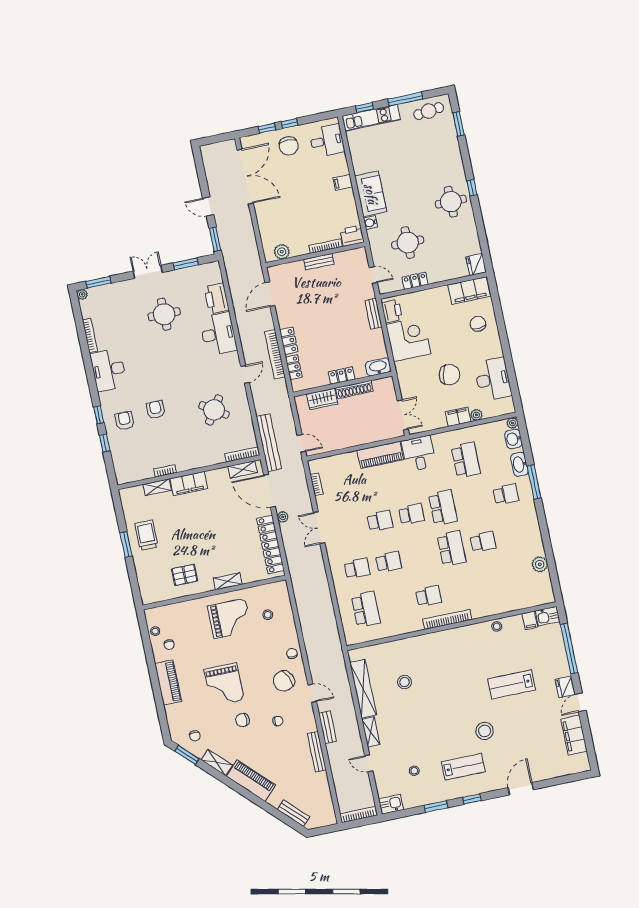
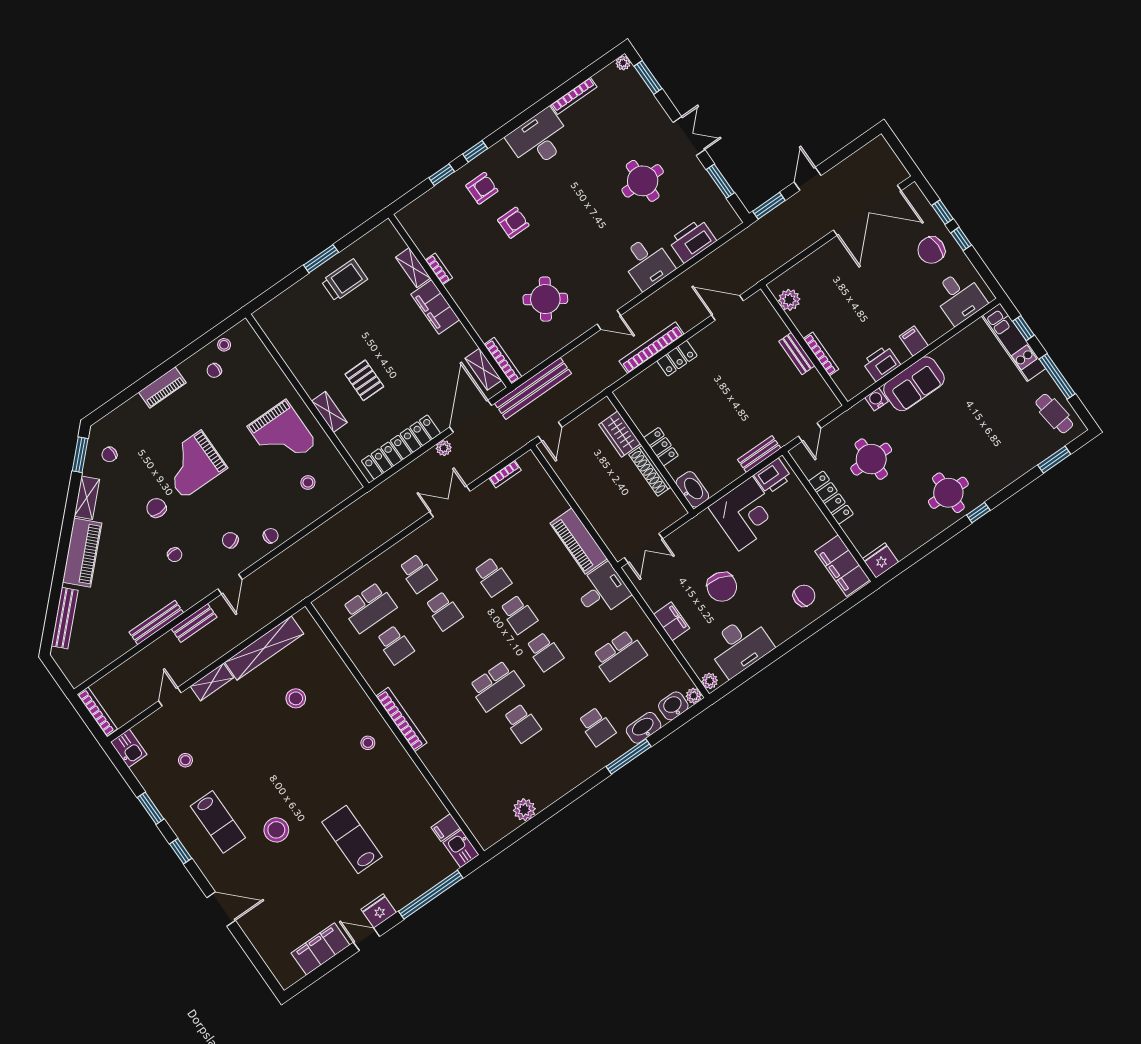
printer: (352, 236) -> (881, 363), moved, turned -90
locker: (415, 281) -> (831, 498), width x1.53
desk: (218, 334) -> (647, 263), width x0.73
locker: (294, 367) -> (645, 379), removed
plant: (476, 415) -> (710, 681), moved
school desk: (443, 508) -> (545, 652), width x0.54
pallet: (185, 575) -> (364, 380), moved
school desk: (429, 596) -> (395, 645), moved
stool: (497, 626) -> (368, 743), moved
chair: (284, 681) -> (230, 540), width x0.54, depth x0.54
piano: (168, 682) -> (162, 387), width x0.73, depth x0.75
bench: (293, 813) -> (65, 618), width x1.36

